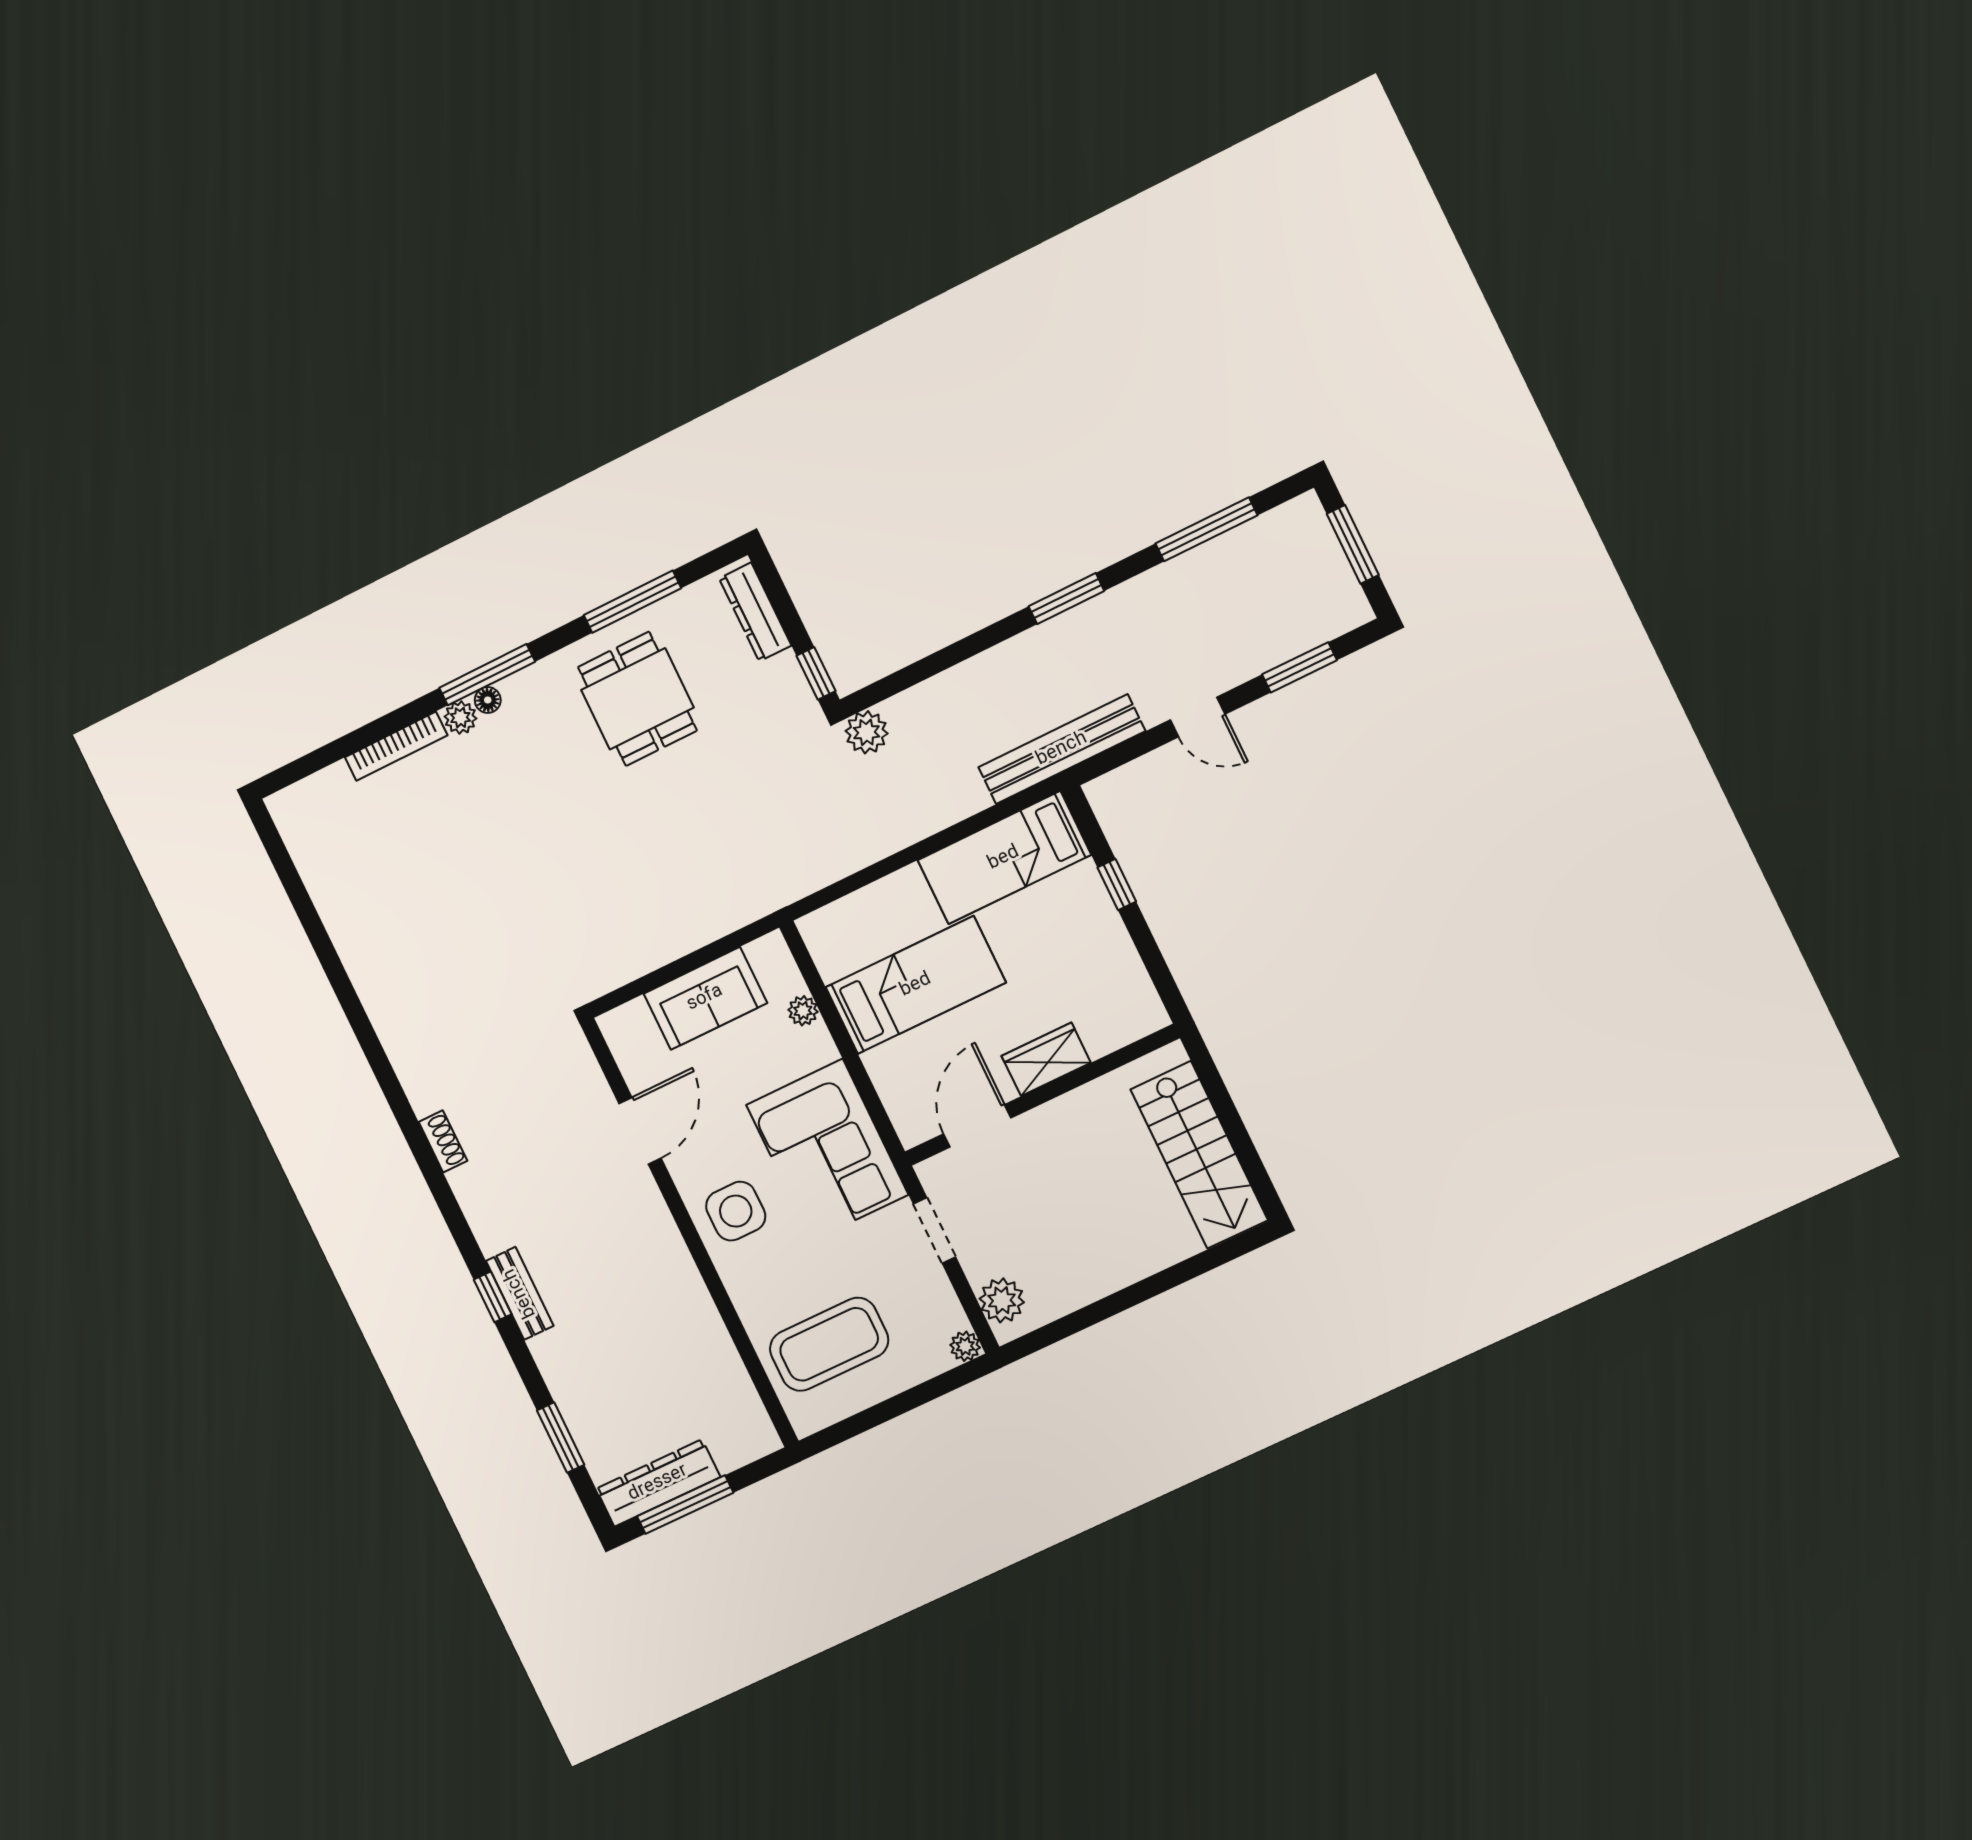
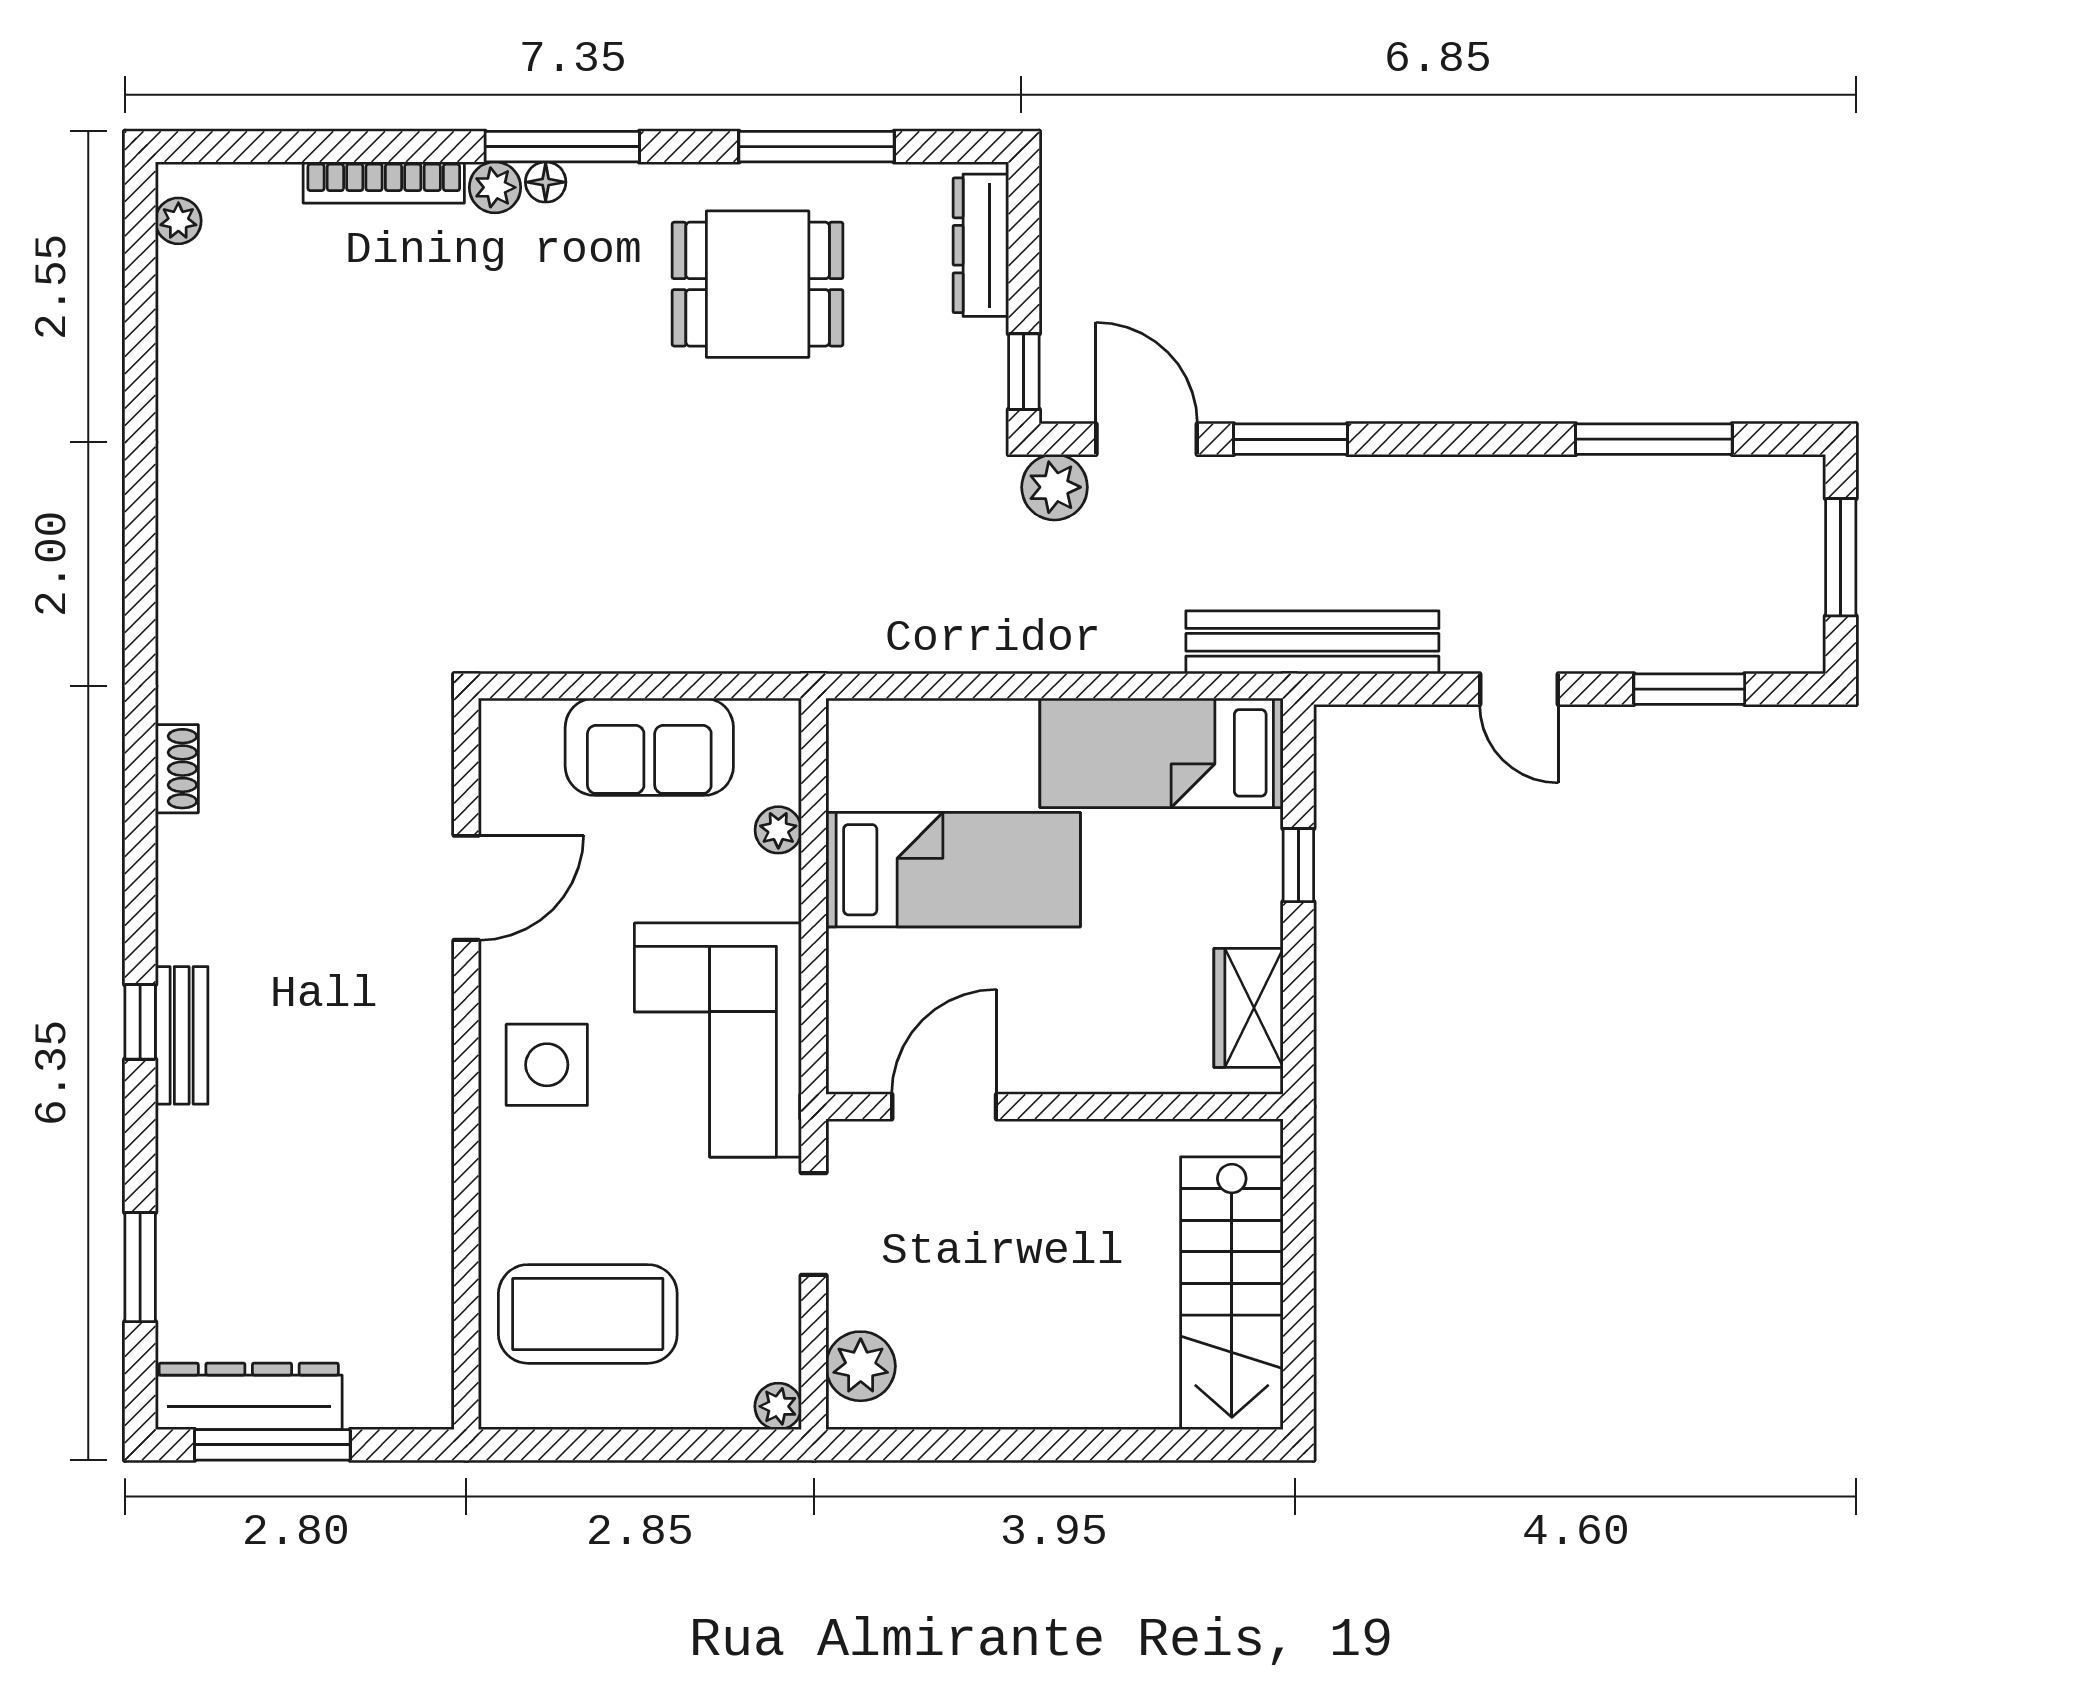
window: (1066, 599) -> (1290, 439), moved
door: (907, 678) -> (1147, 439), added
dining table: (637, 699) -> (758, 284), turned 90
plant: (291, 826) -> (178, 221), added
wardrobe: (1046, 1059) -> (1248, 1008), moved, turned -90

